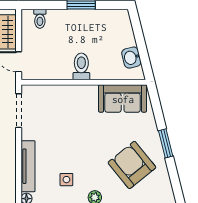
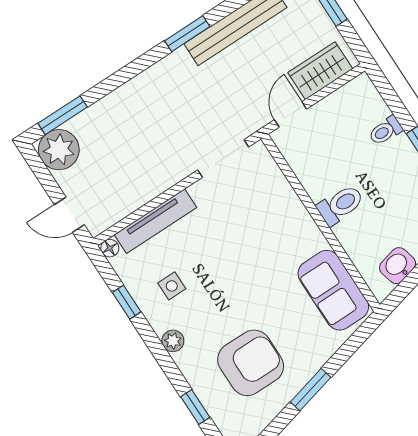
toilet: (40, 19) -> (385, 131), moved
armchair: (132, 165) -> (251, 363), turned 39

